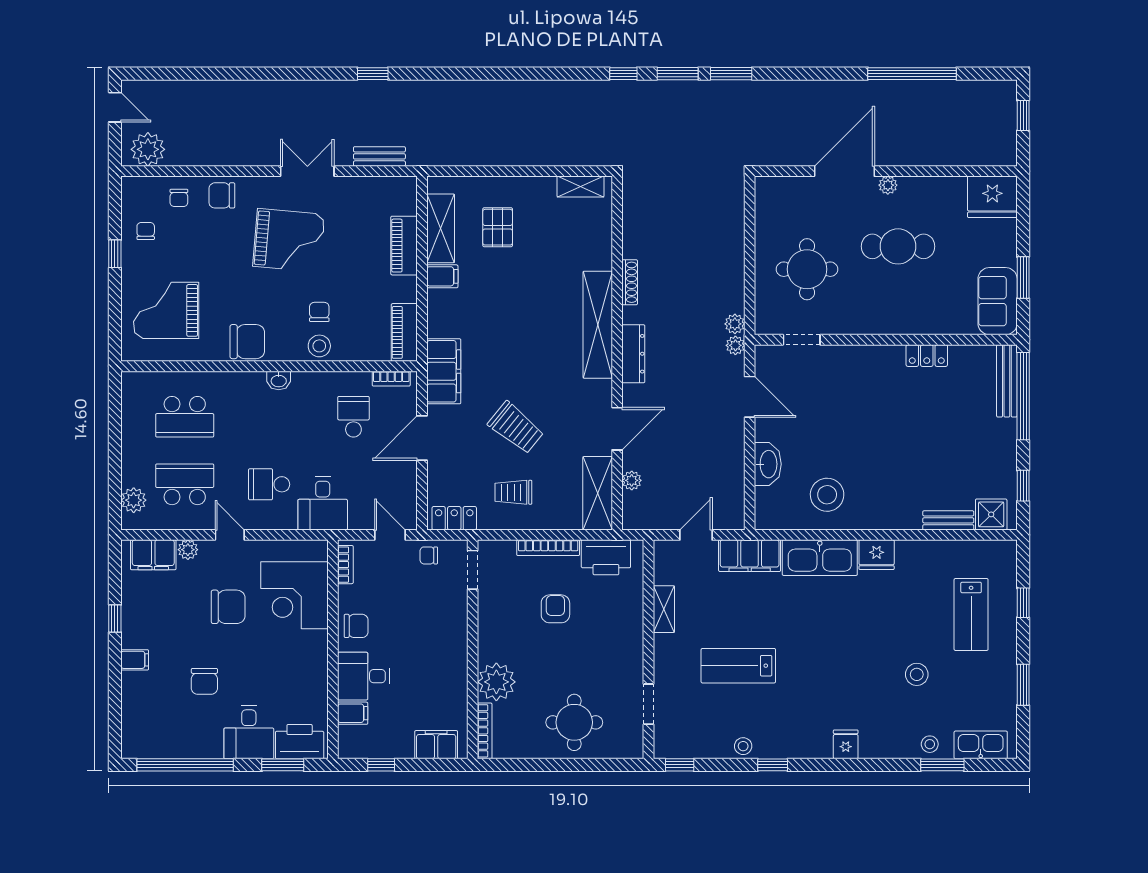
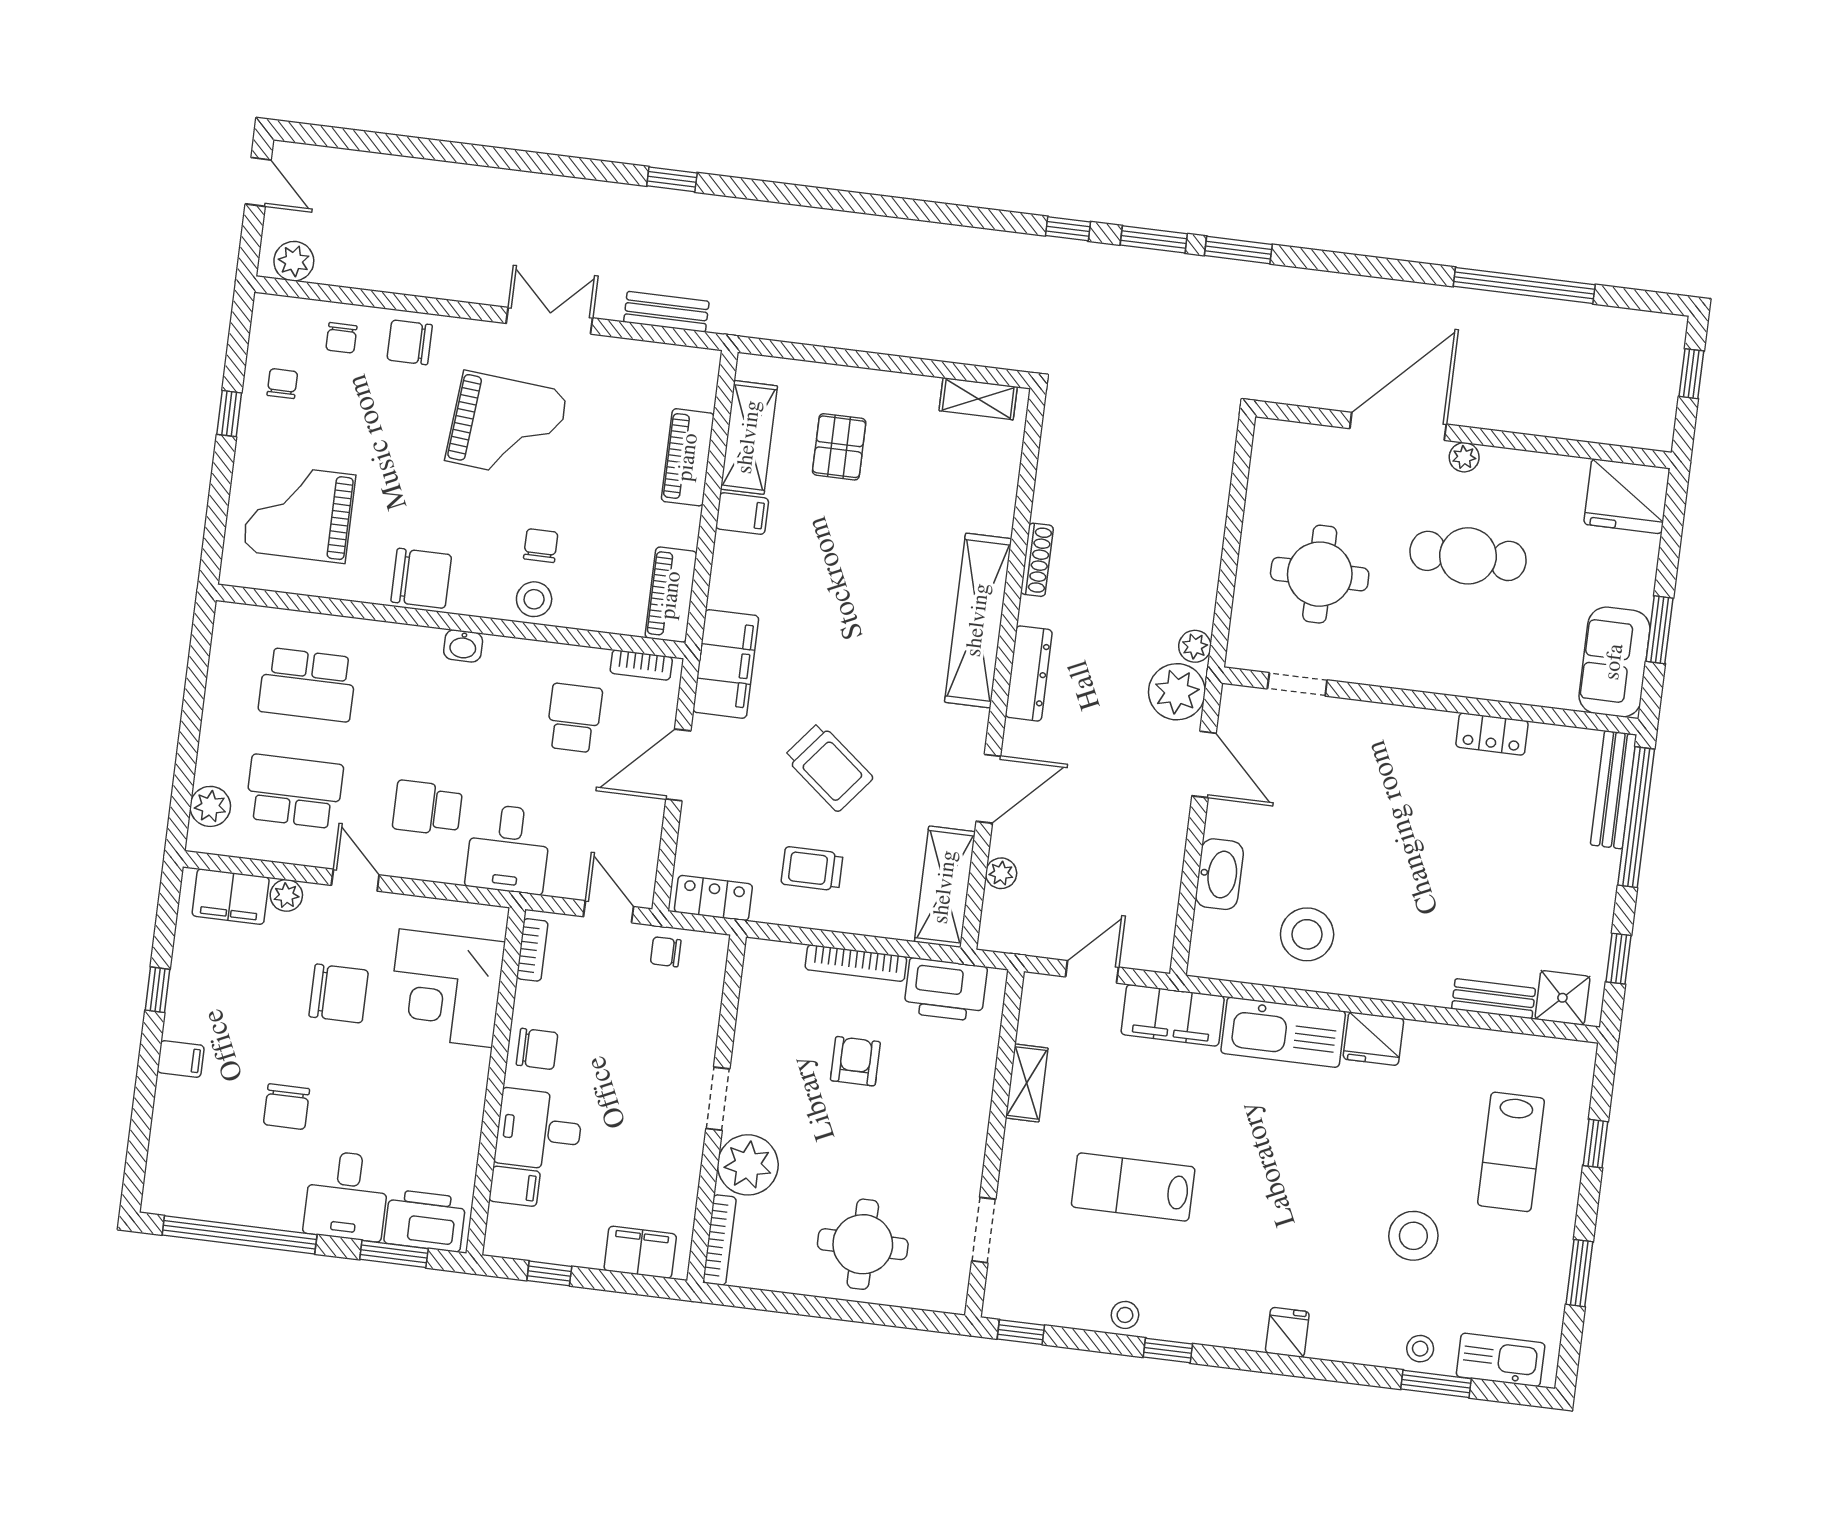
plant: (148, 149) -> (294, 261), width x0.73, depth x0.73
plant: (735, 345) -> (1177, 692), width x1.88, depth x1.88
doorway: (473, 570) -> (718, 1099), moved
stool: (917, 674) -> (1413, 1236), width x1.38, depth x1.38

